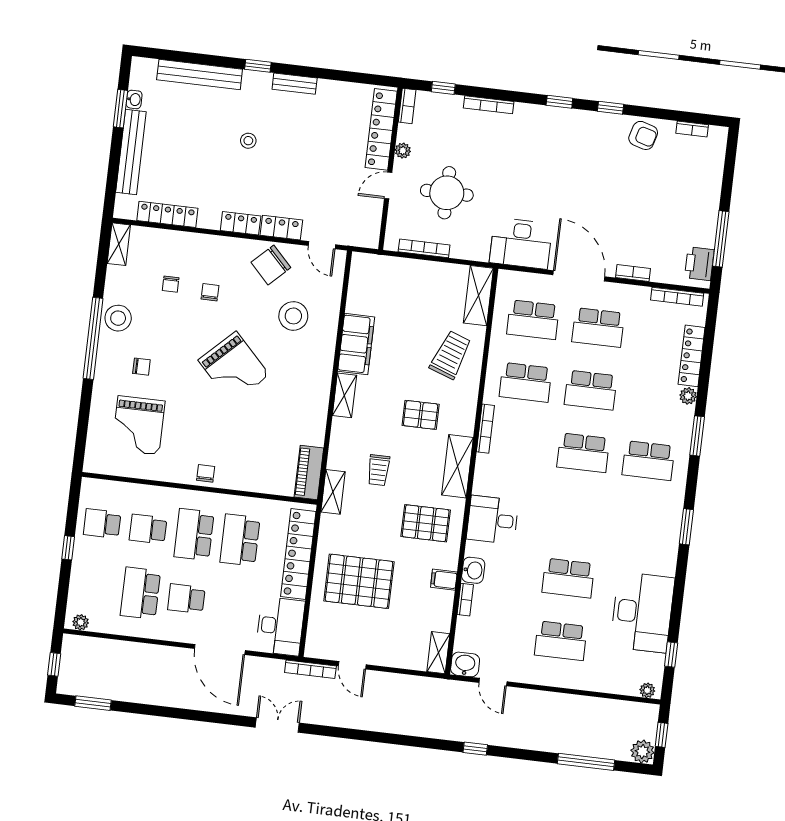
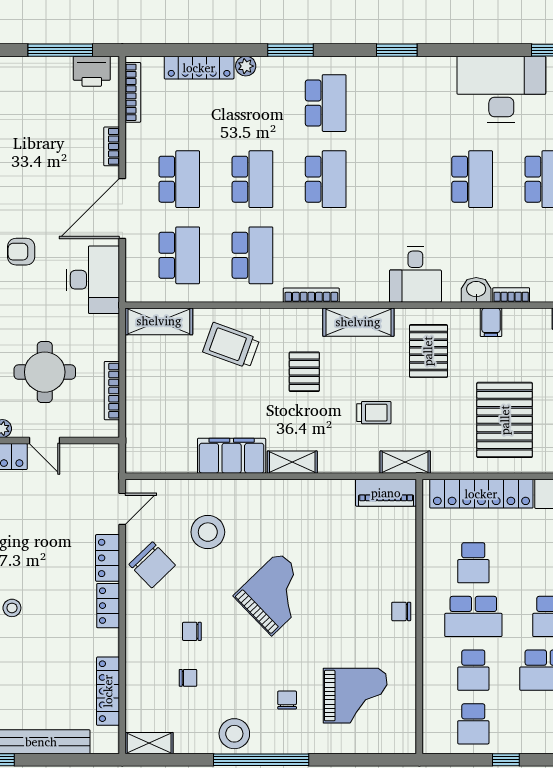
armchair: (552, 185) -> (21, 252), added
school desk: (240, 540) -> (473, 563), width x0.54

